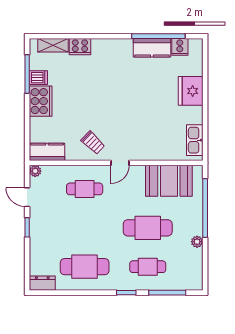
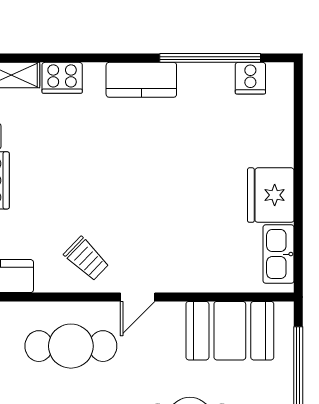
kitchen counter: (152, 48) -> (141, 80), moved
fridge: (191, 91) -> (271, 195), moved
cafe table: (85, 189) -> (71, 346), width x1.37, depth x1.35

